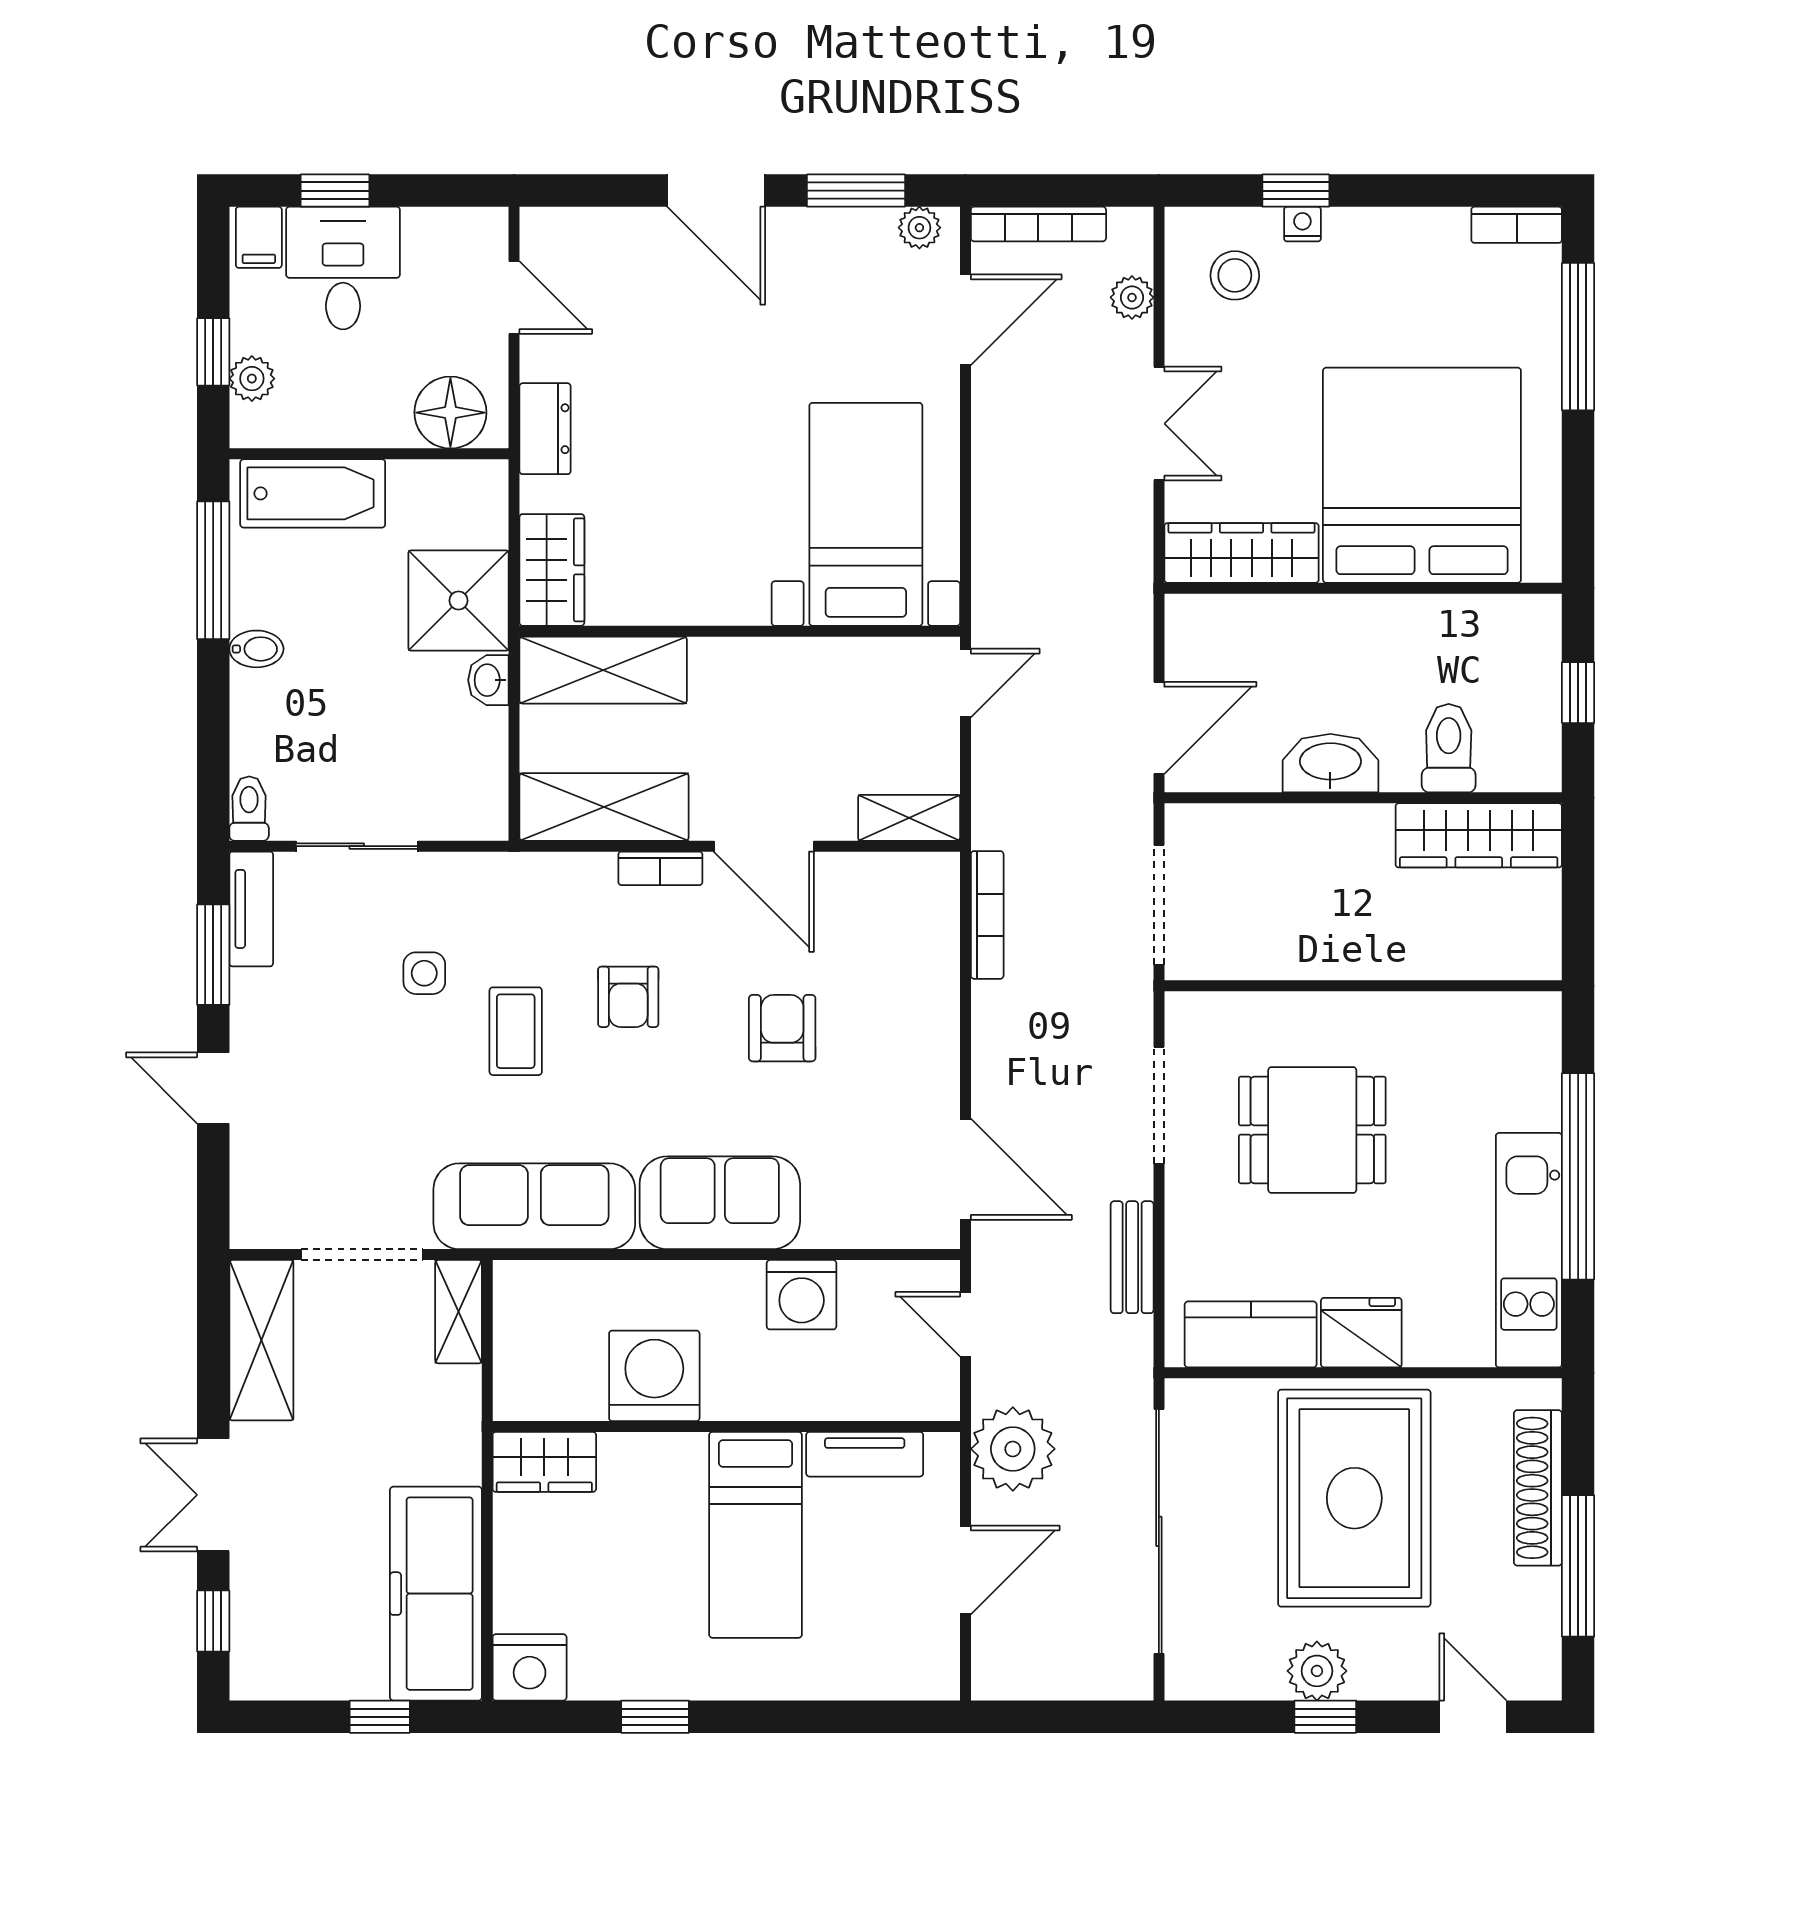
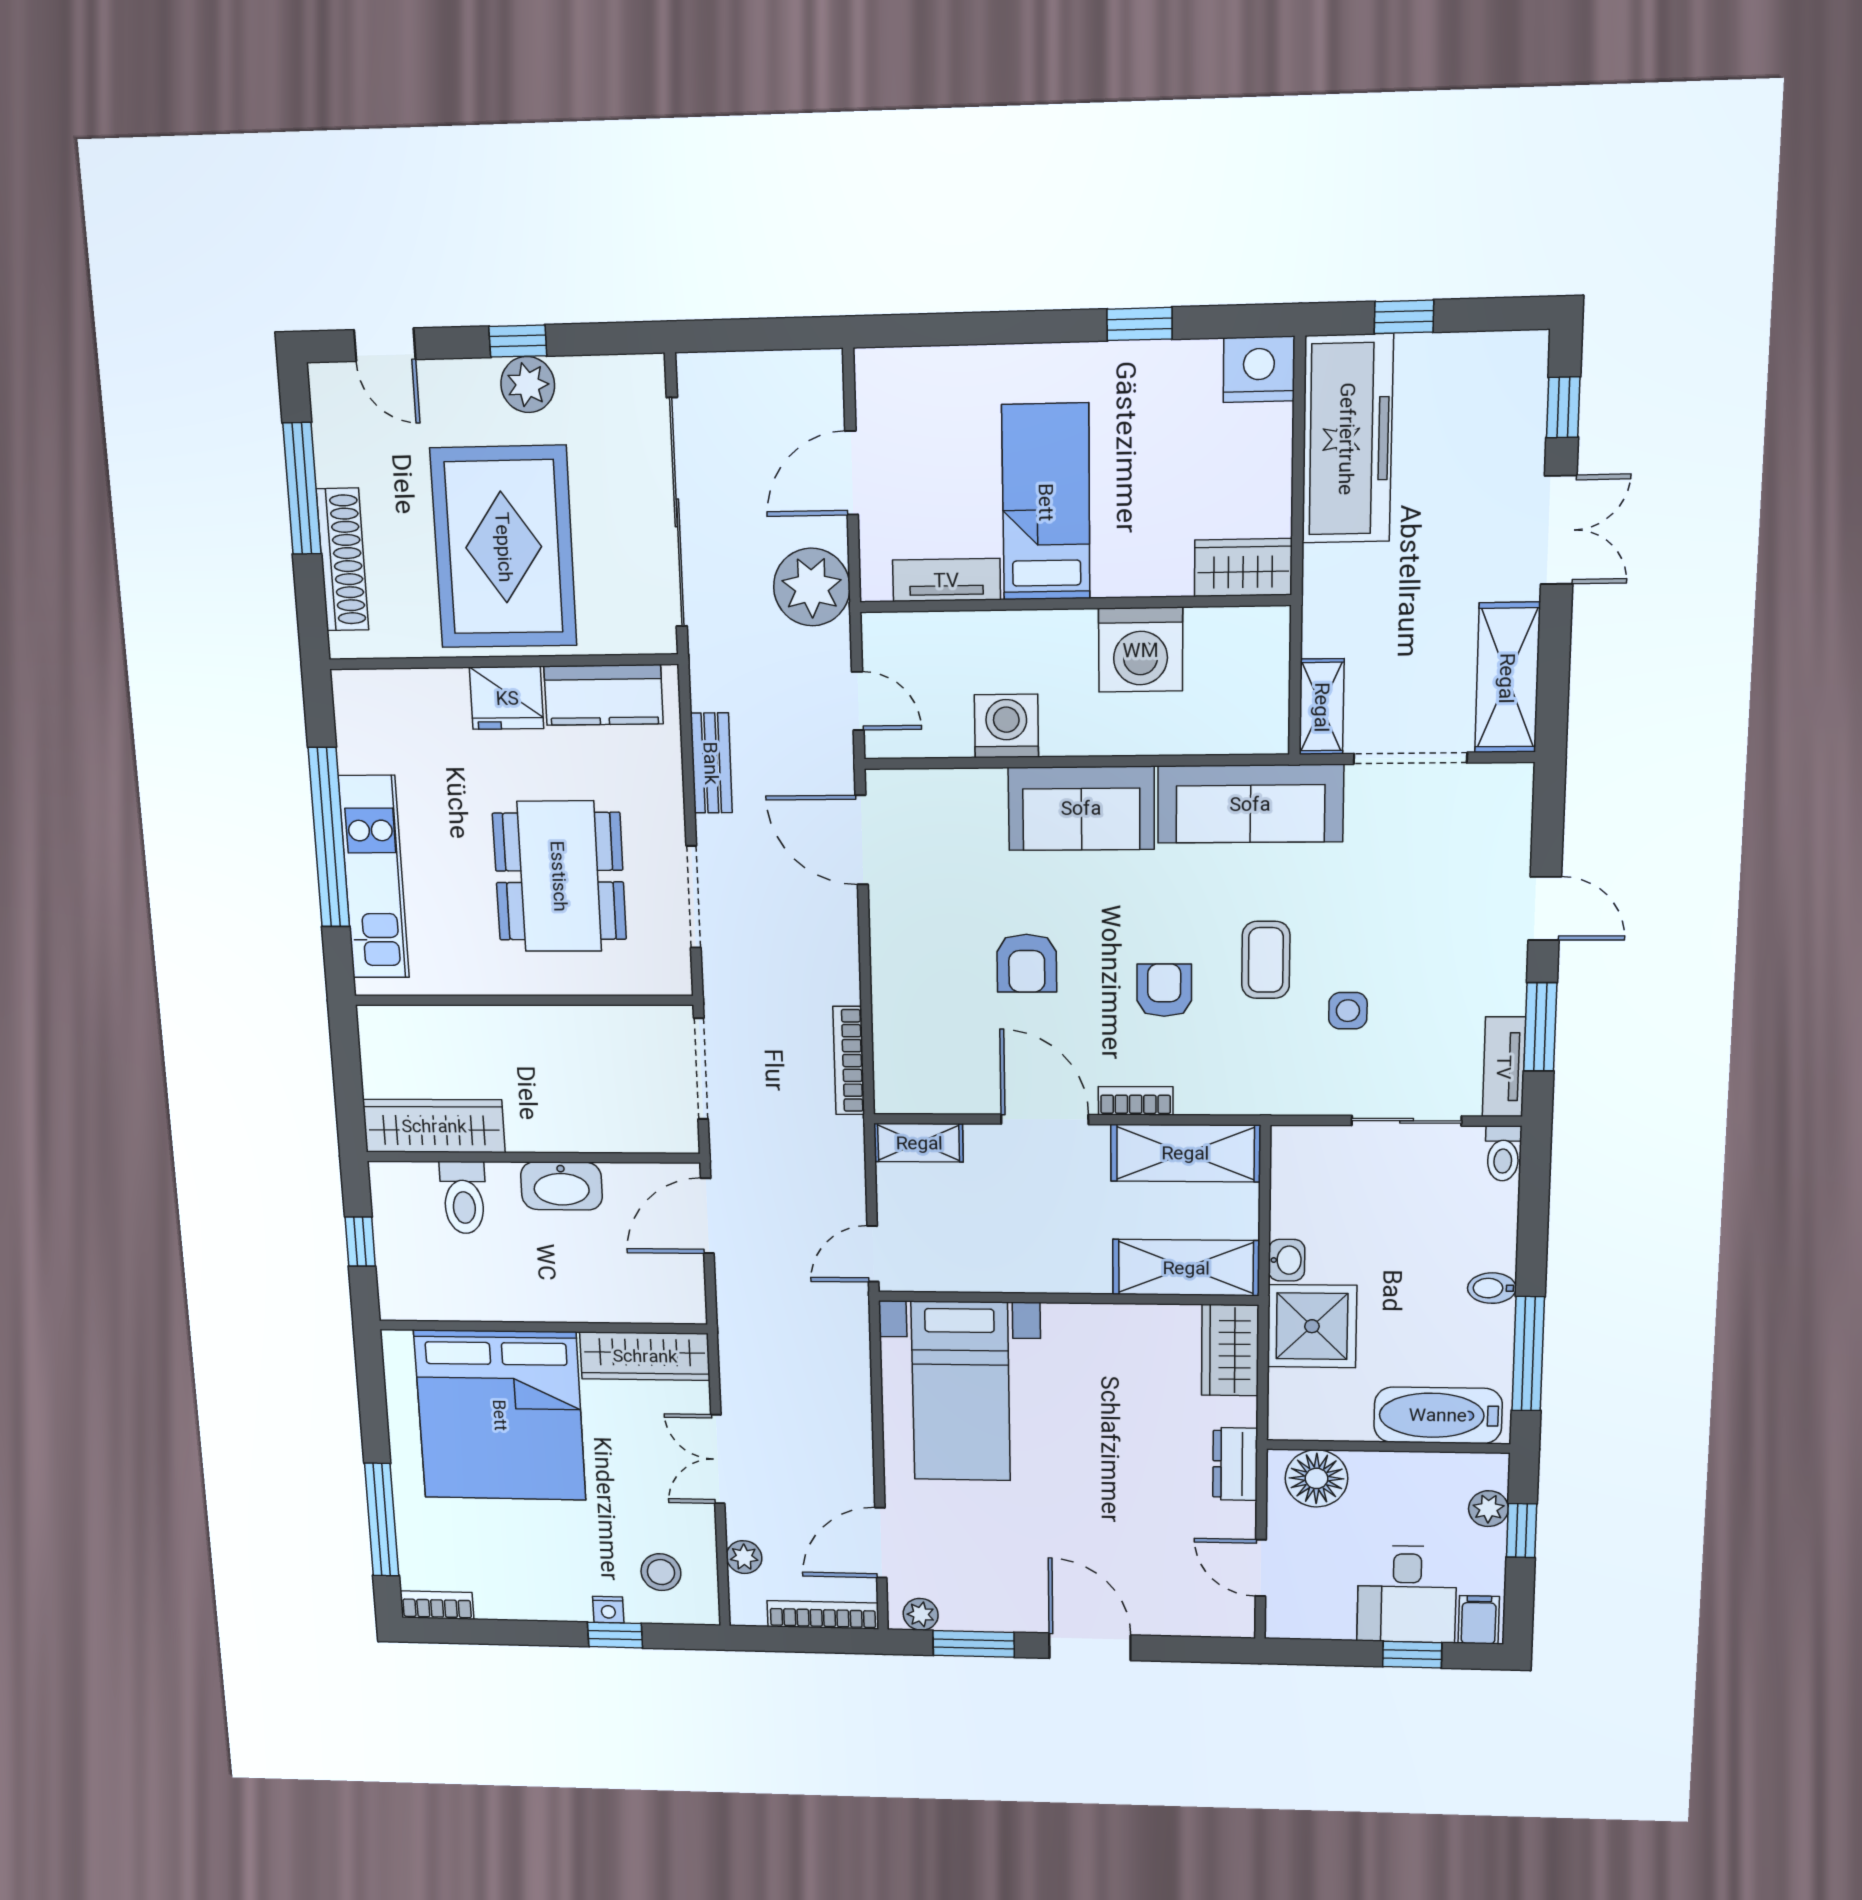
dining table: (1312, 1130) -> (559, 876), width x1.38
kitchen unit: (1529, 1250) -> (374, 877), moved

